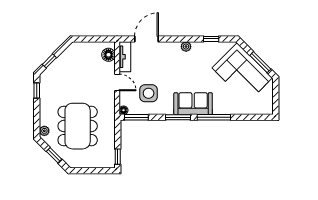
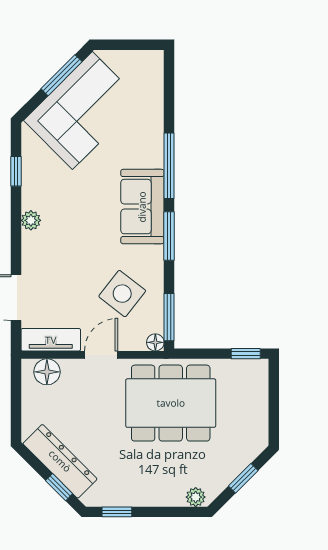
dresser: (63, 61) -> (60, 461), added
side table: (149, 93) -> (122, 294), turned 38
dining table: (78, 126) -> (171, 403), moved

